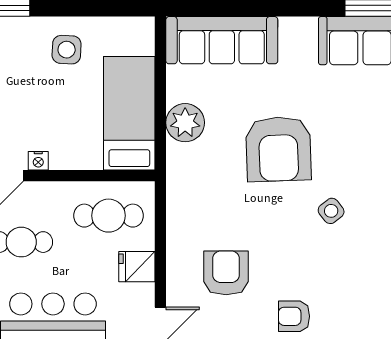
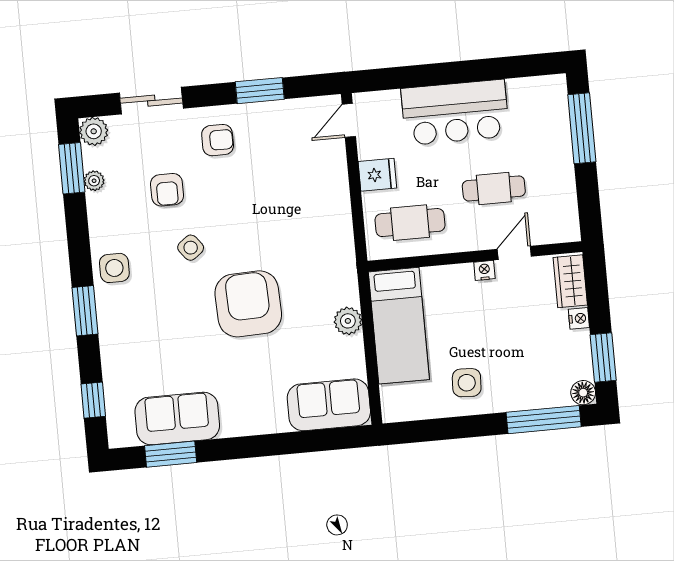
sofa: (222, 40) -> (329, 405), width x0.73
plant: (185, 123) -> (348, 321), width x0.73, depth x0.73
armchair: (226, 273) -> (167, 190), moved, width x0.72, depth x0.72

